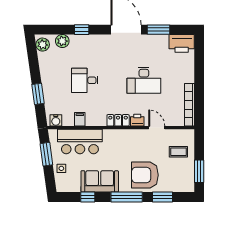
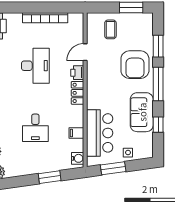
bookcase: (190, 105) -> (45, 18), moved

